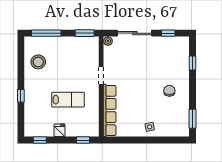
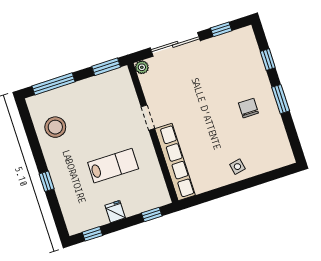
window: (192, 119) -> (281, 99), moved

